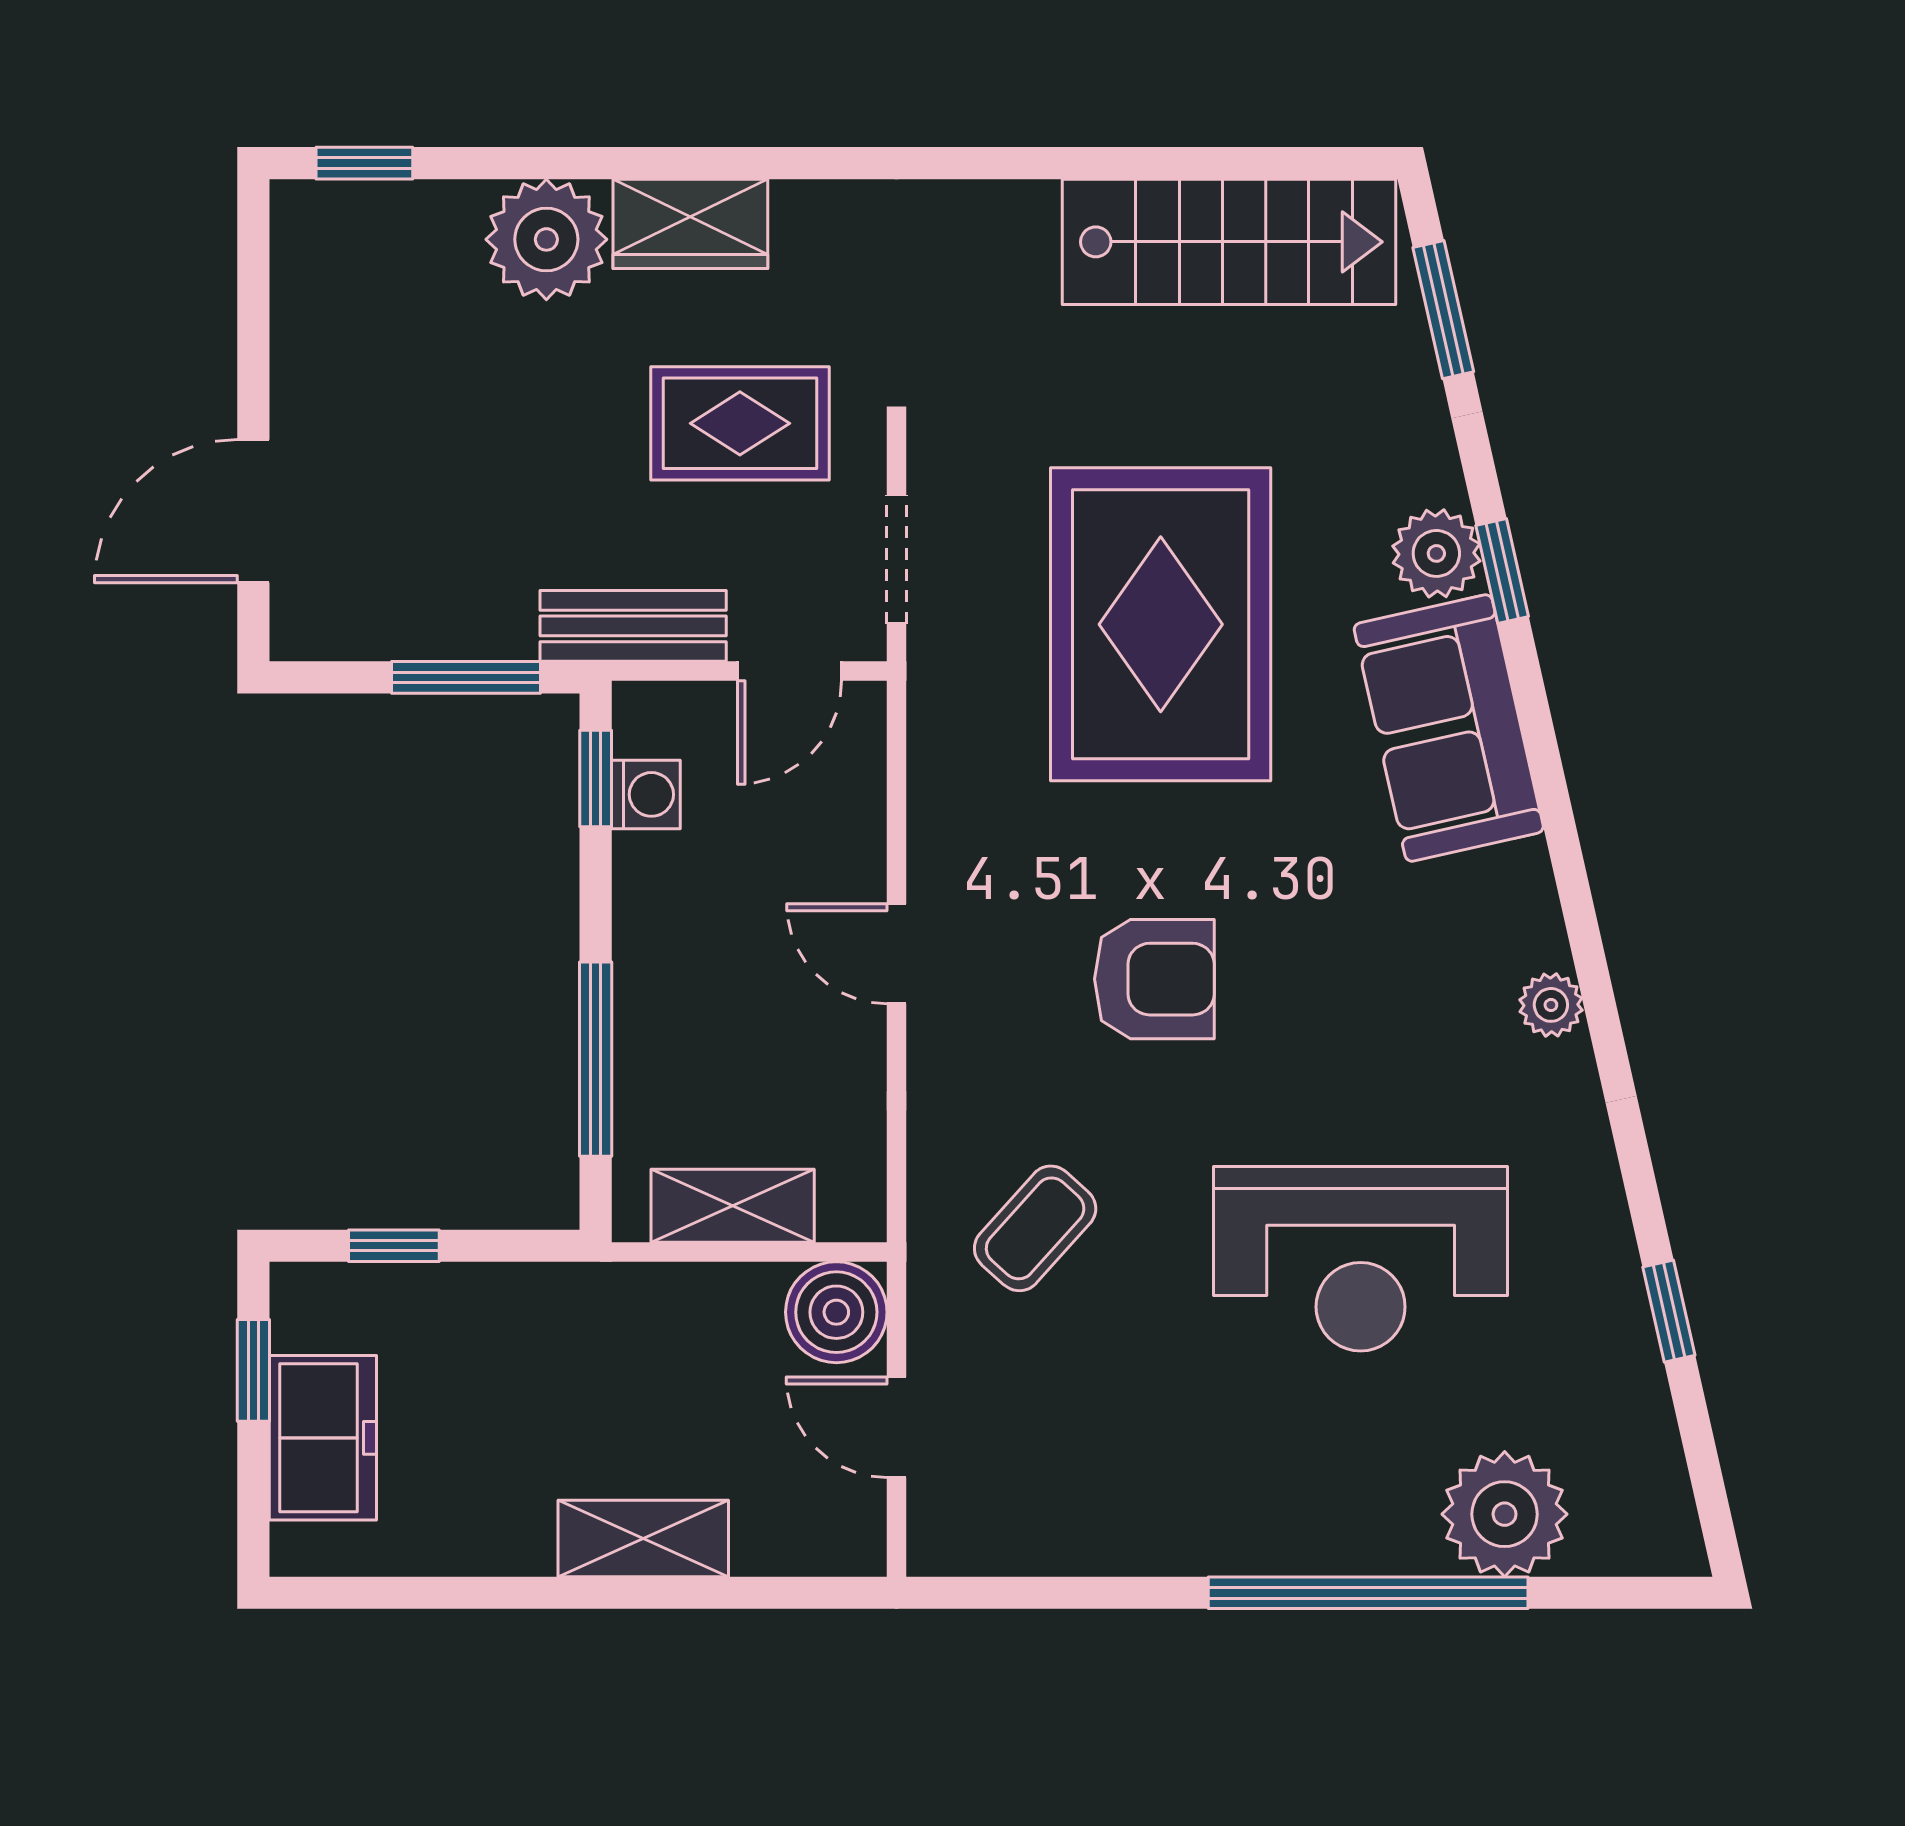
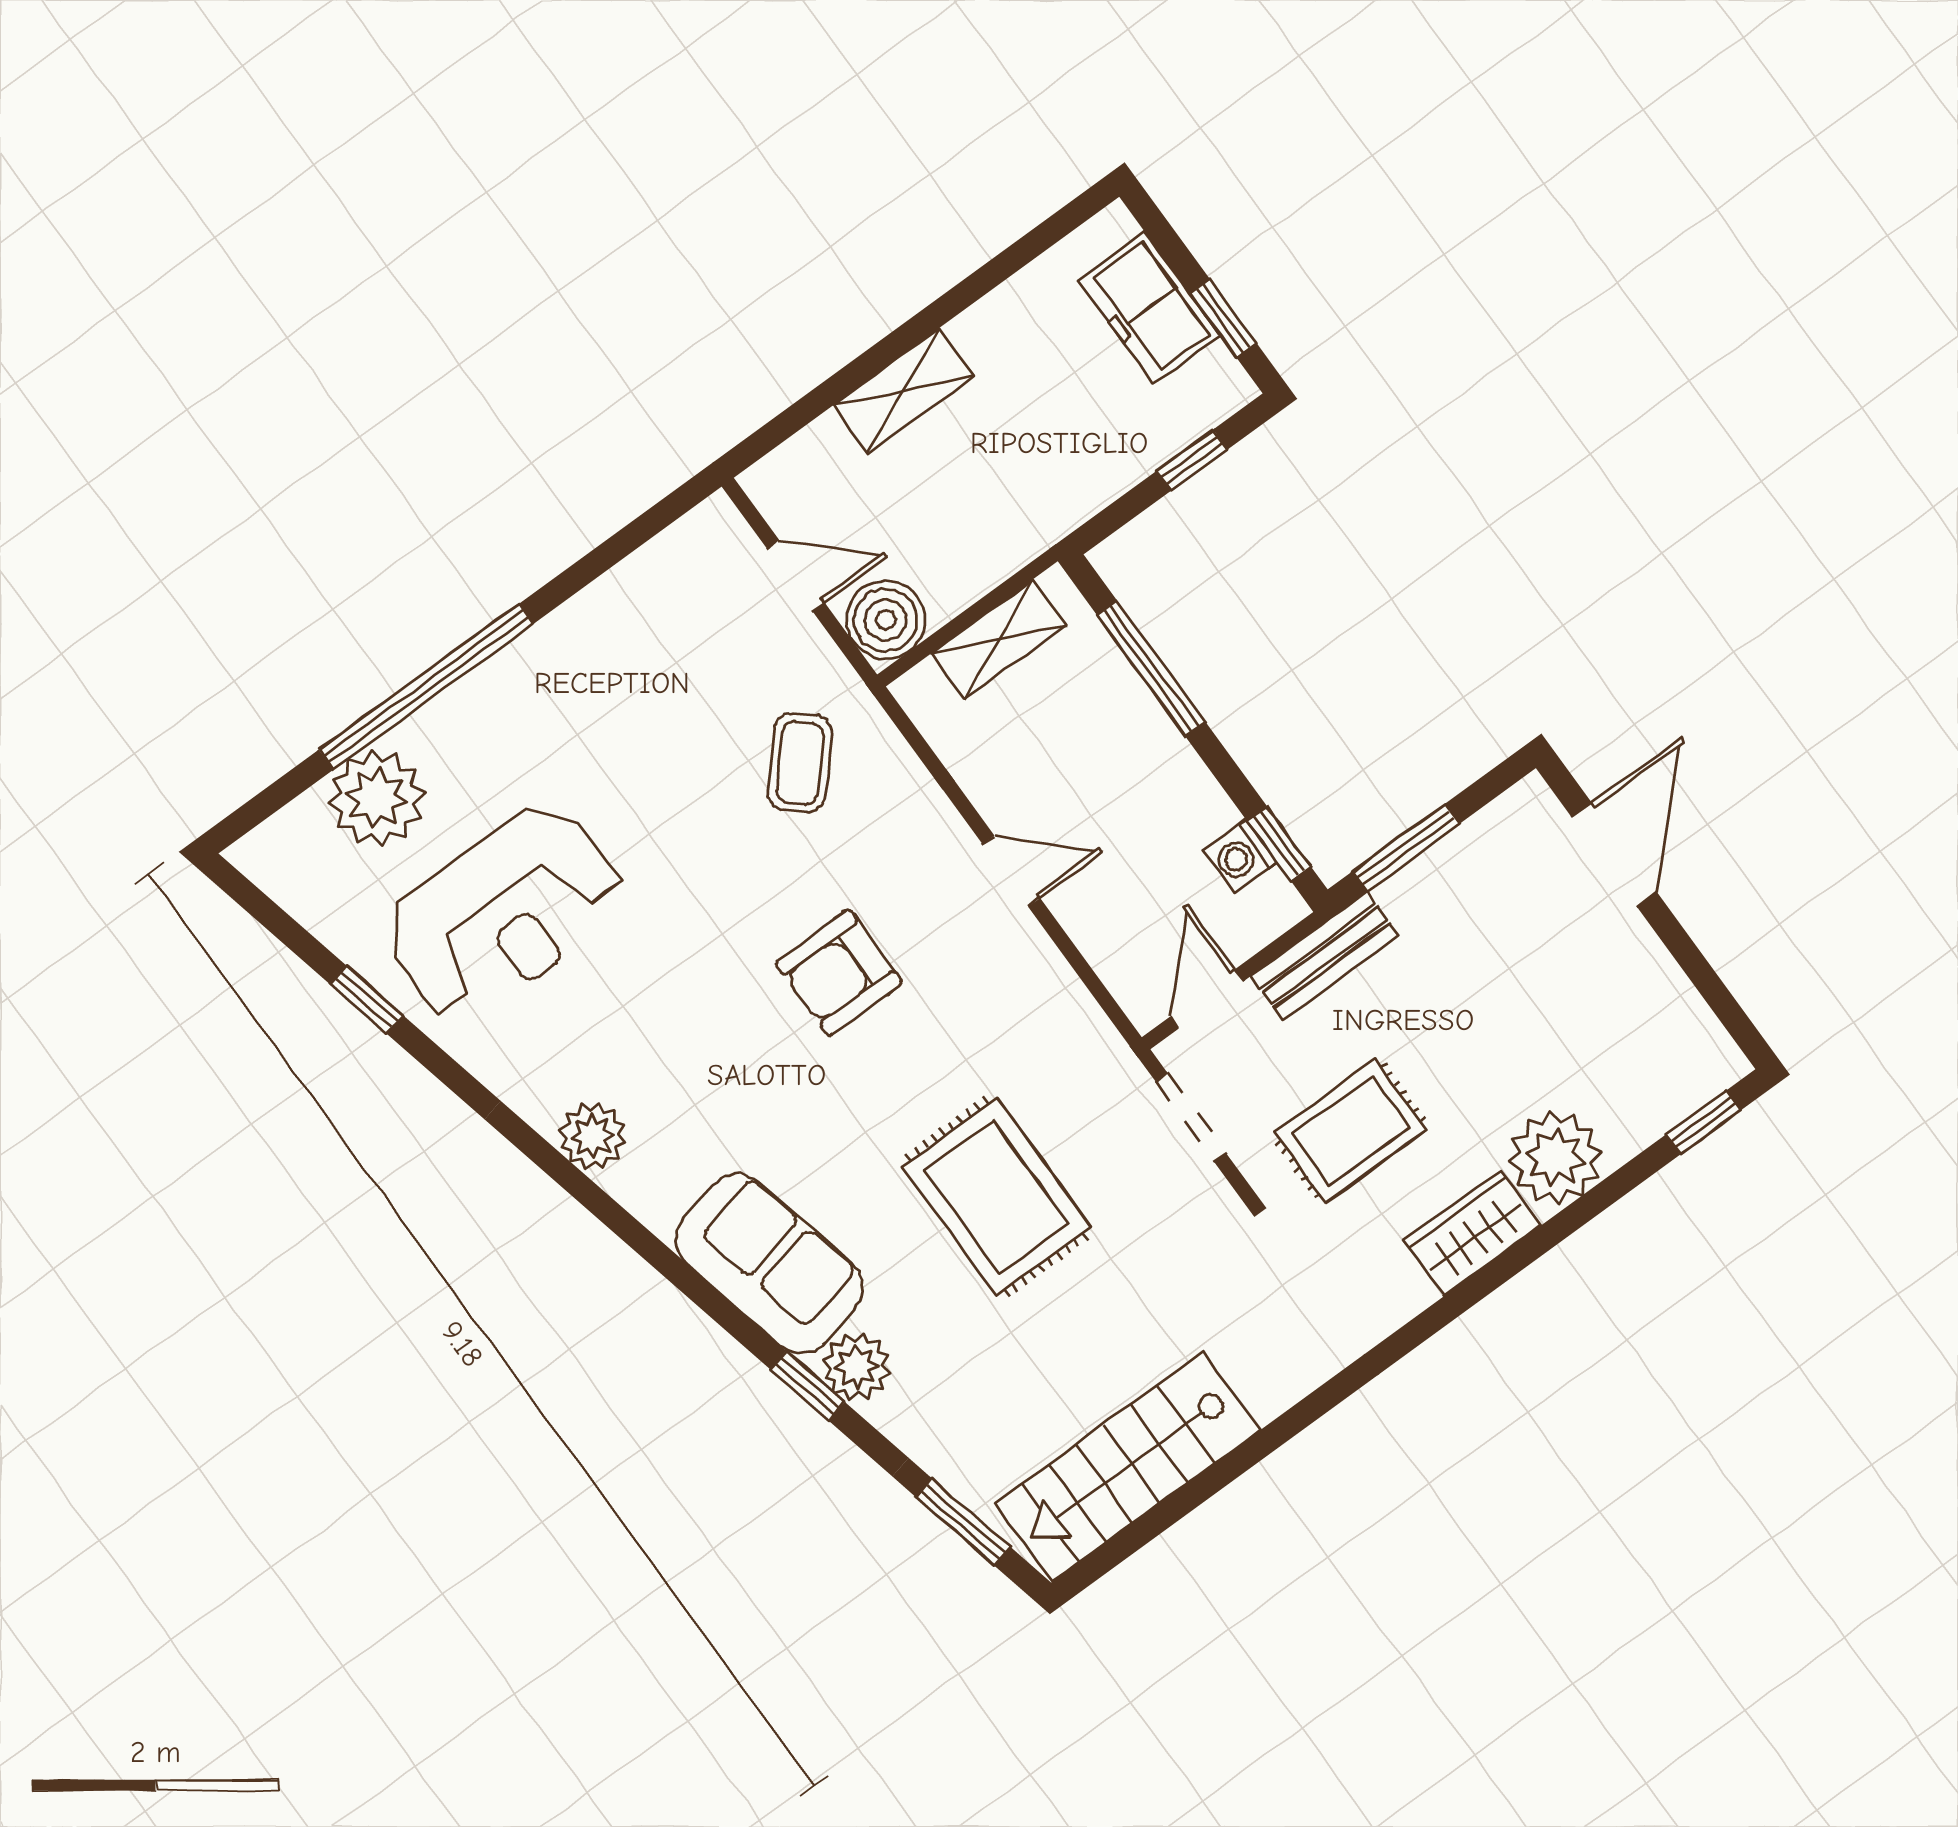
rug: (1161, 624) -> (996, 1197), width x0.73, depth x0.69
plant: (1551, 1005) -> (592, 1136), width x1.38, depth x1.38
reception desk: (1361, 1259) -> (504, 913), moved, turned 180

